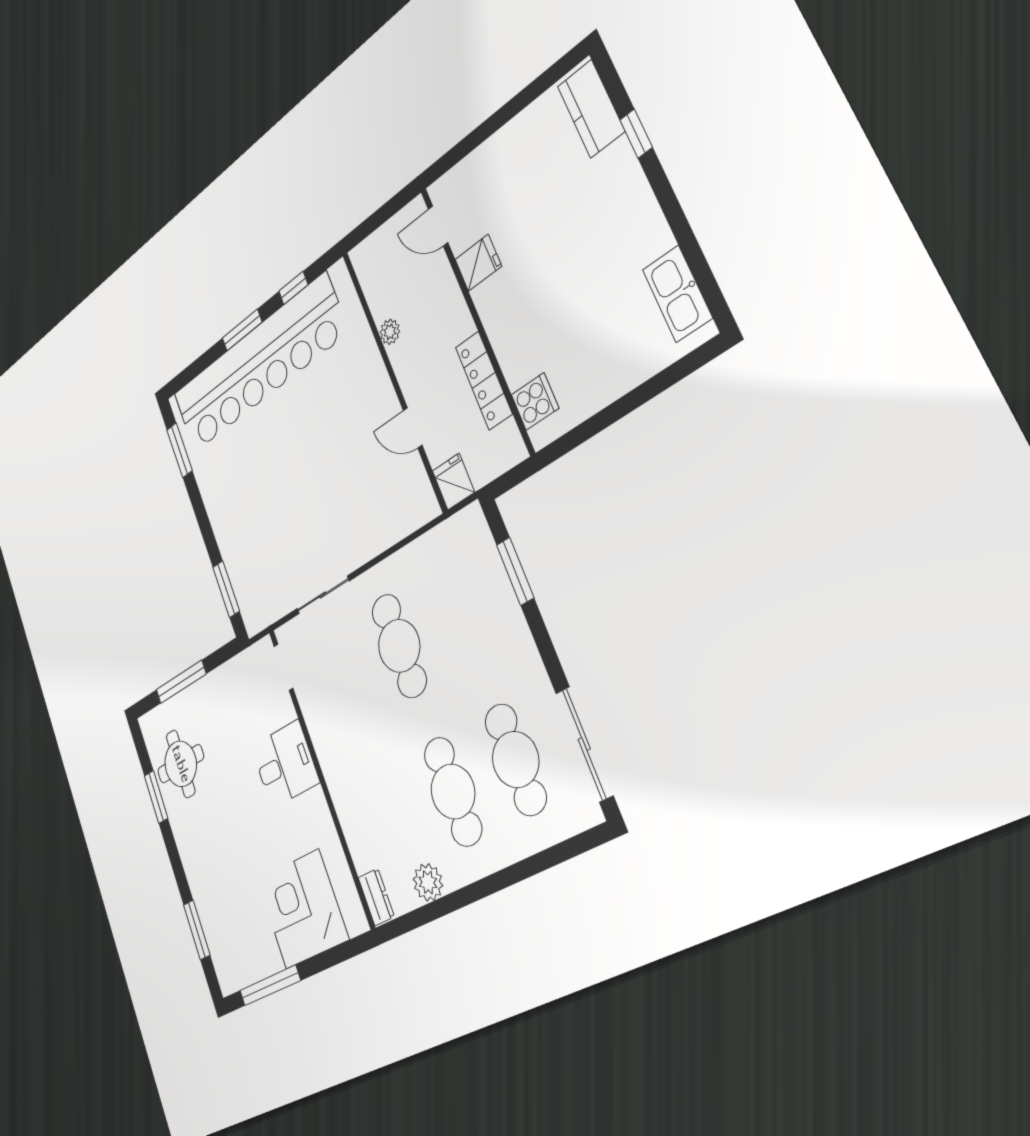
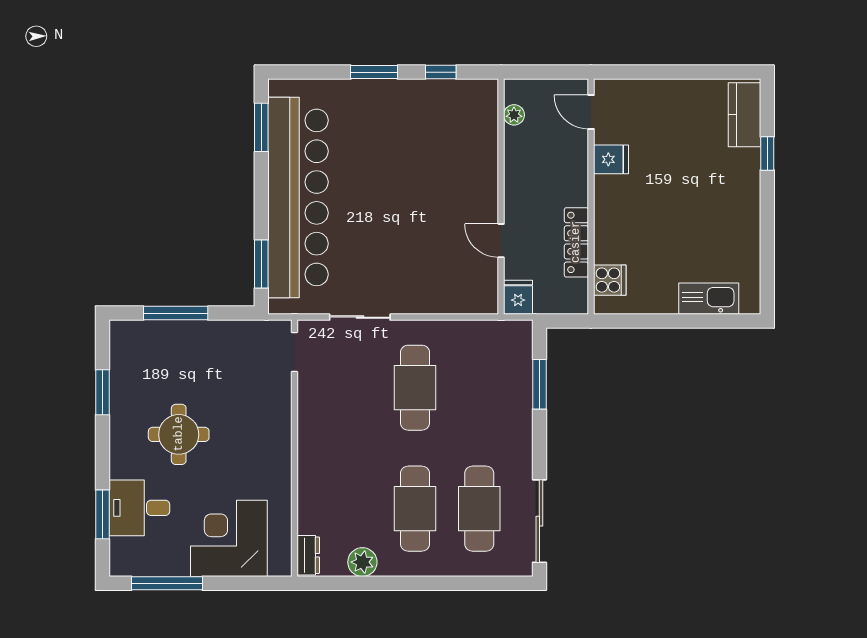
kitchen sink: (677, 294) -> (709, 299), moved, turned 90
plant: (390, 332) -> (514, 115), moved
bar counter: (258, 364) -> (298, 197), moved, turned -90
round table: (181, 764) -> (179, 434), moved
desk: (285, 764) -> (139, 508), moved, turned 180

